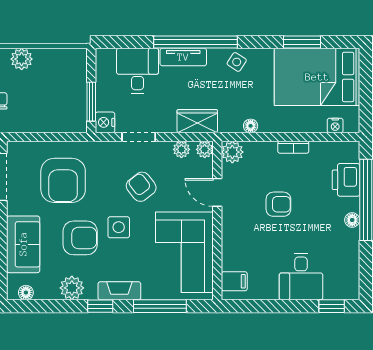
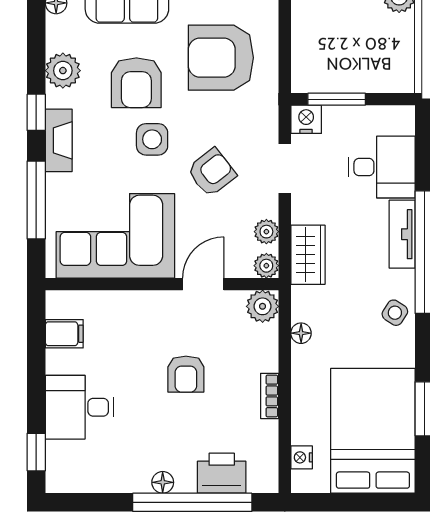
filing cabinet: (234, 281) -> (64, 334), moved, turned -90

